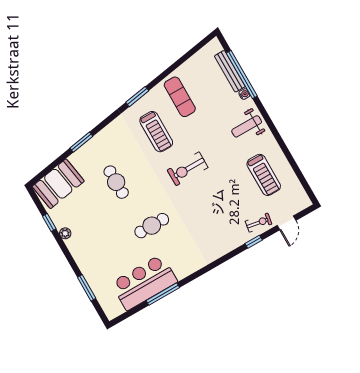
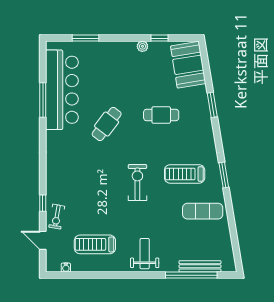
water cooler: (244, 94) -> (66, 268), moved
cafe table: (152, 226) -> (107, 124), turned 37
bar counter: (144, 282) -> (62, 90), width x1.36

